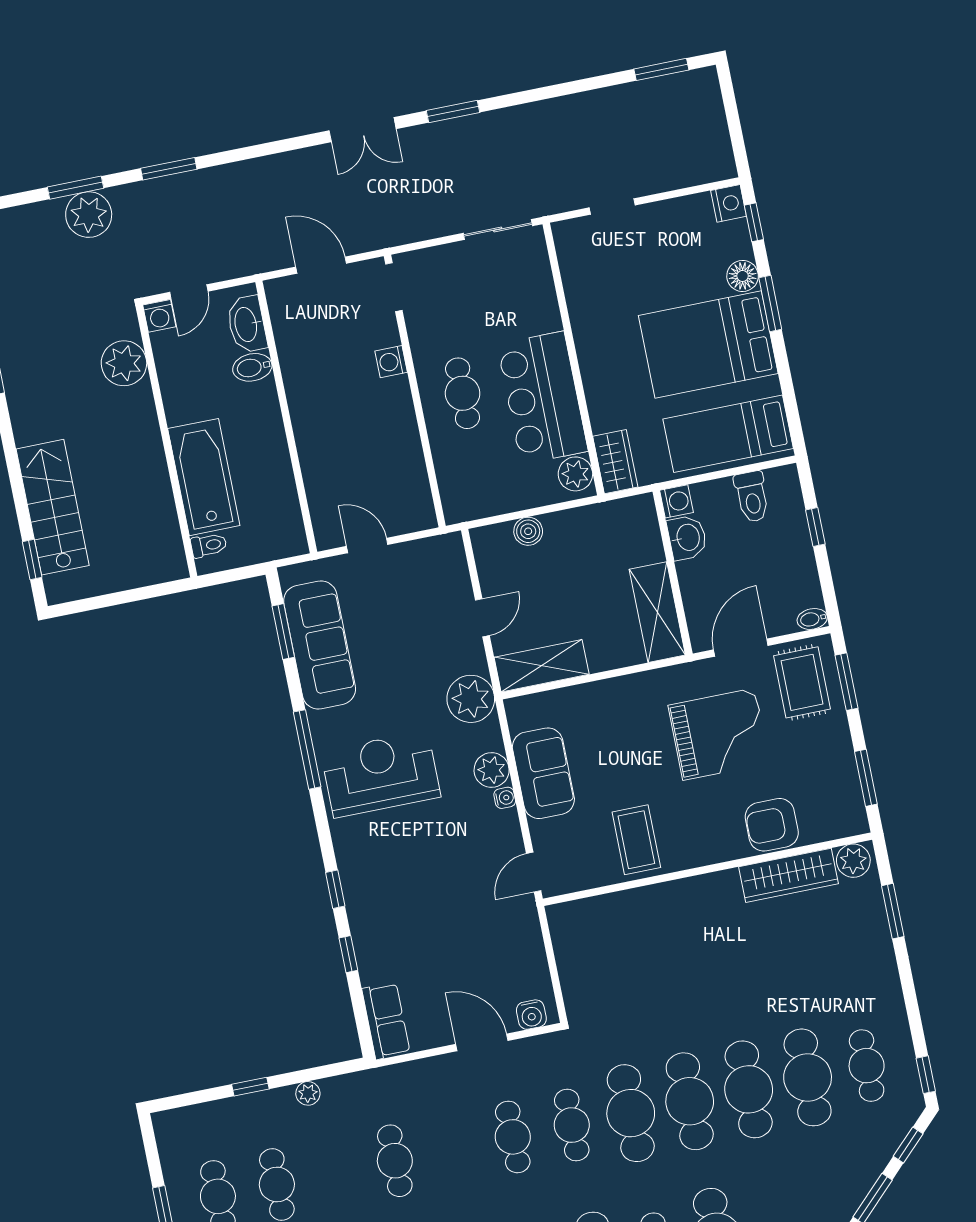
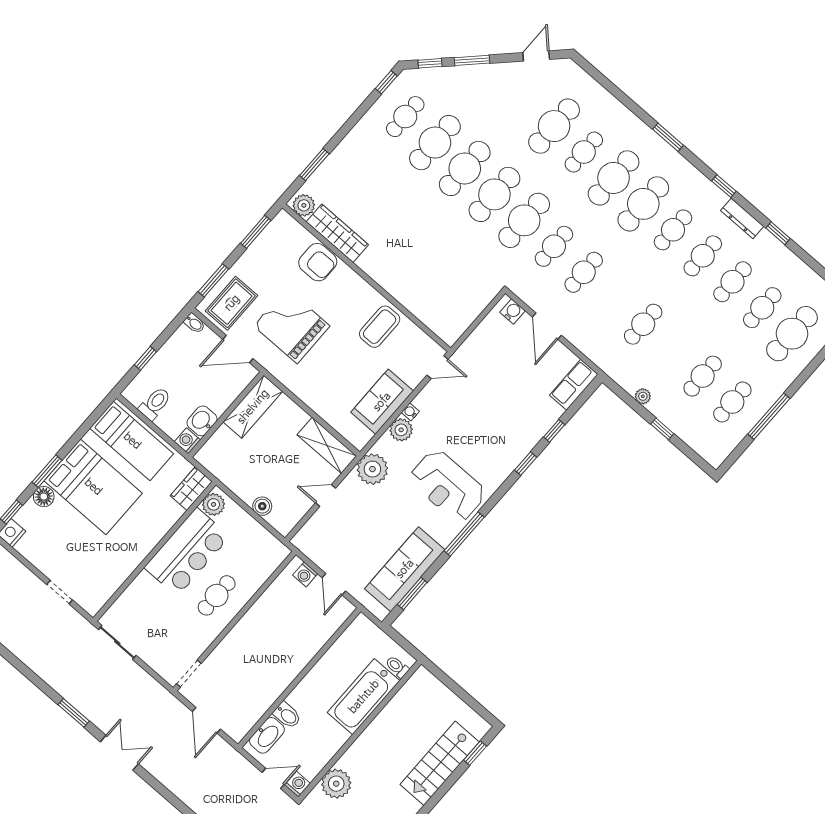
washing machine: (391, 362) -> (305, 574), moved, turned 90

